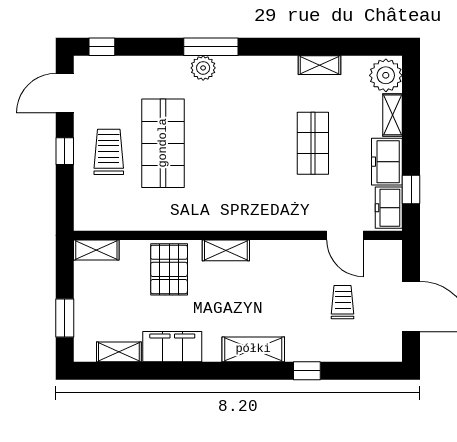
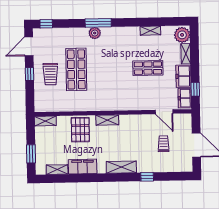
shop shelf: (313, 143) -> (148, 68), turned 90
trolley: (109, 152) -> (50, 74), turned 180

